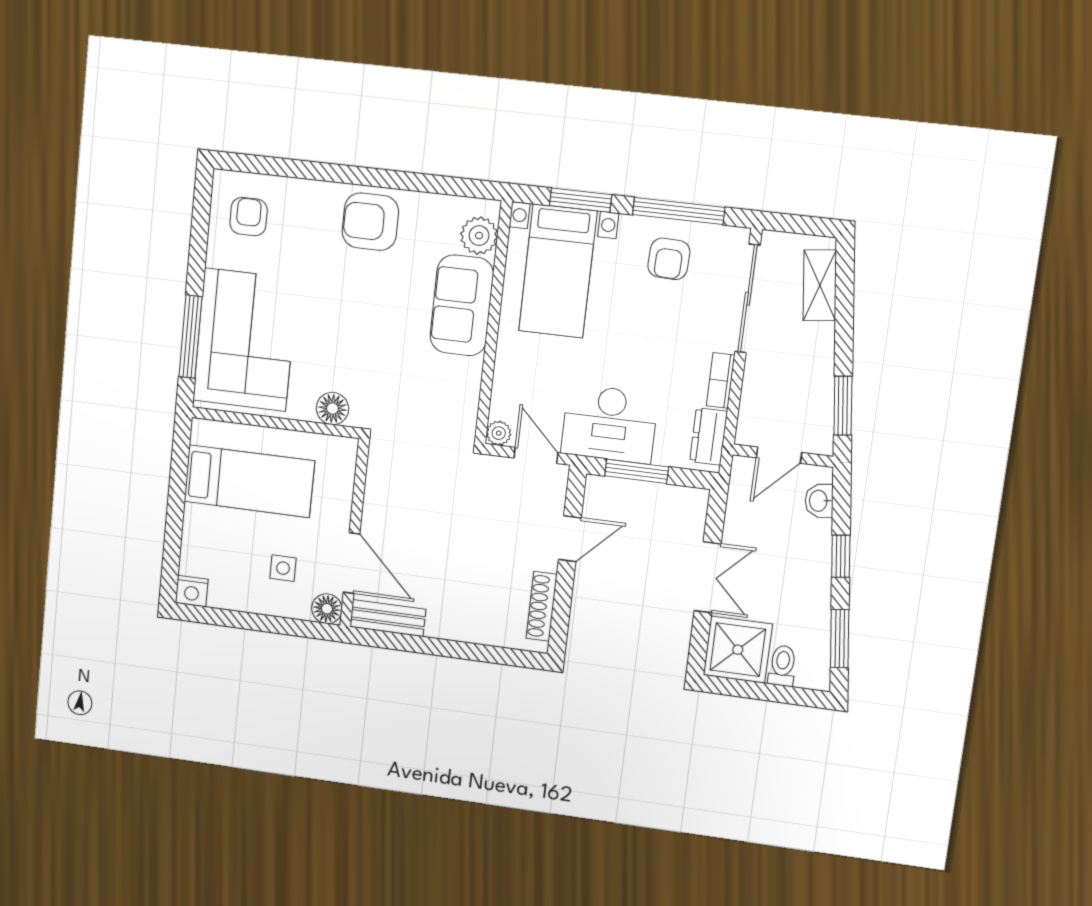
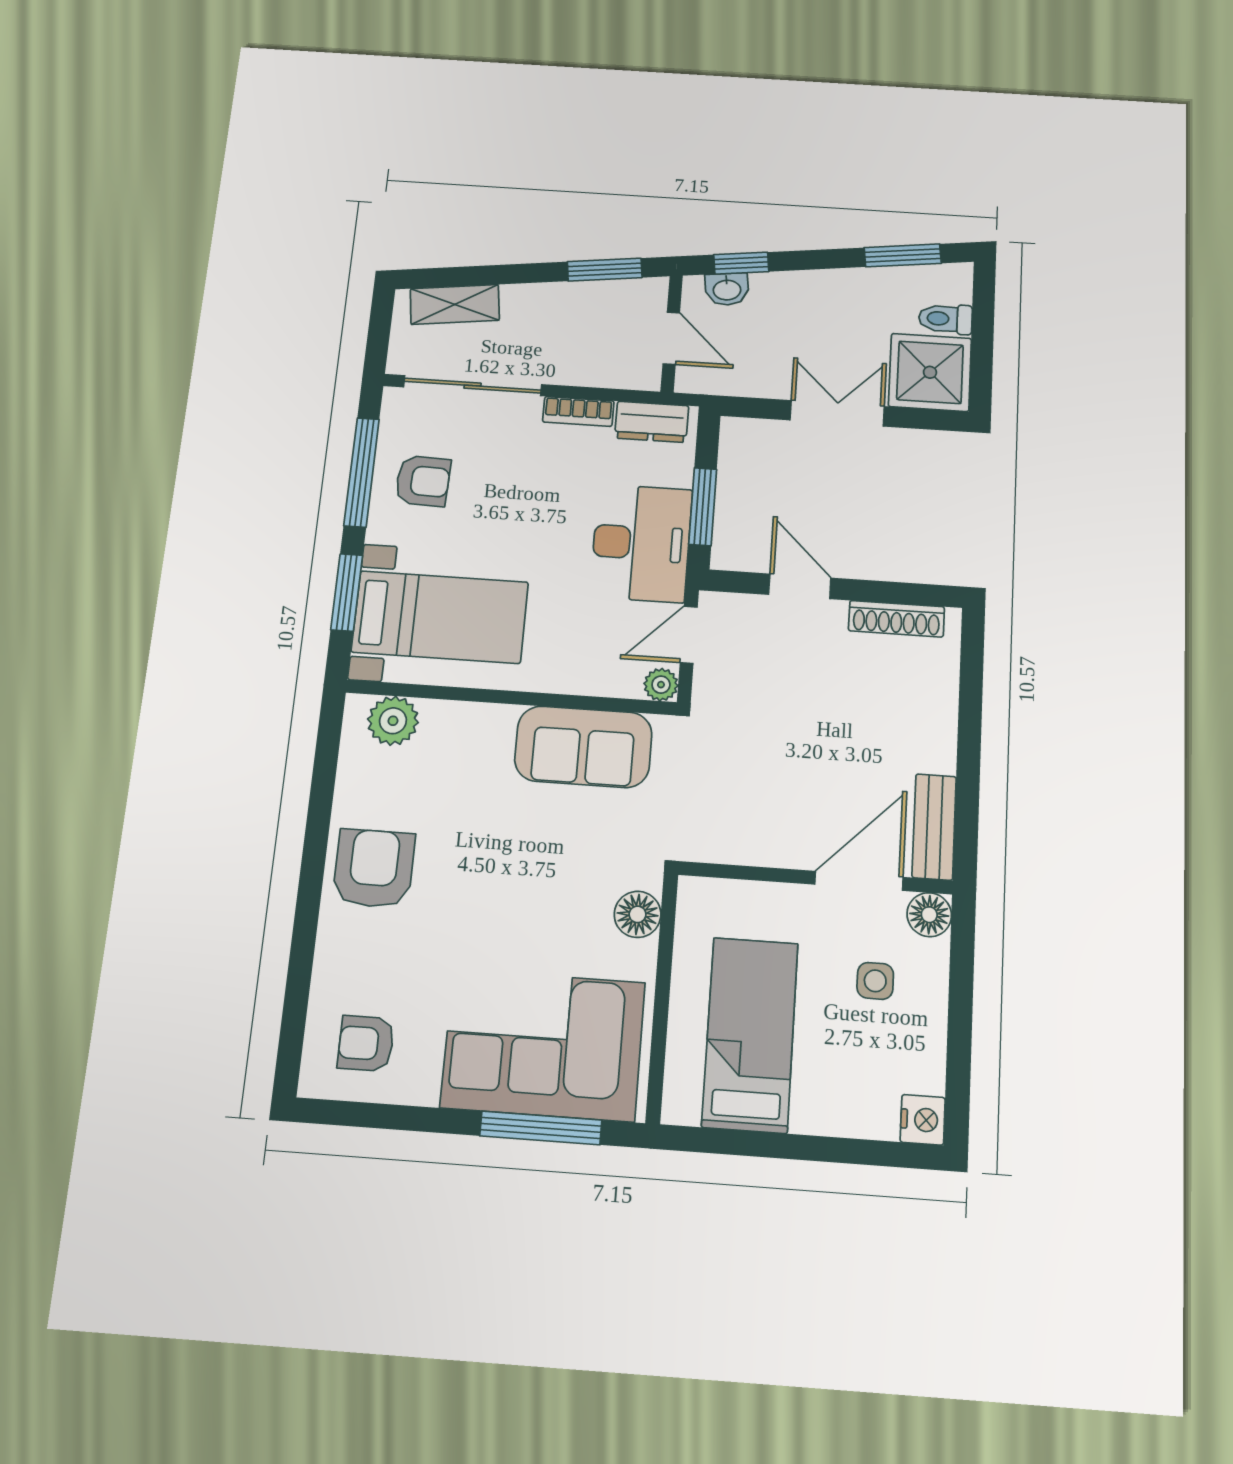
armchair: (370, 222) -> (374, 868), turned 180
sofa: (462, 305) -> (583, 747), moved
window: (841, 556) -> (741, 263), moved

